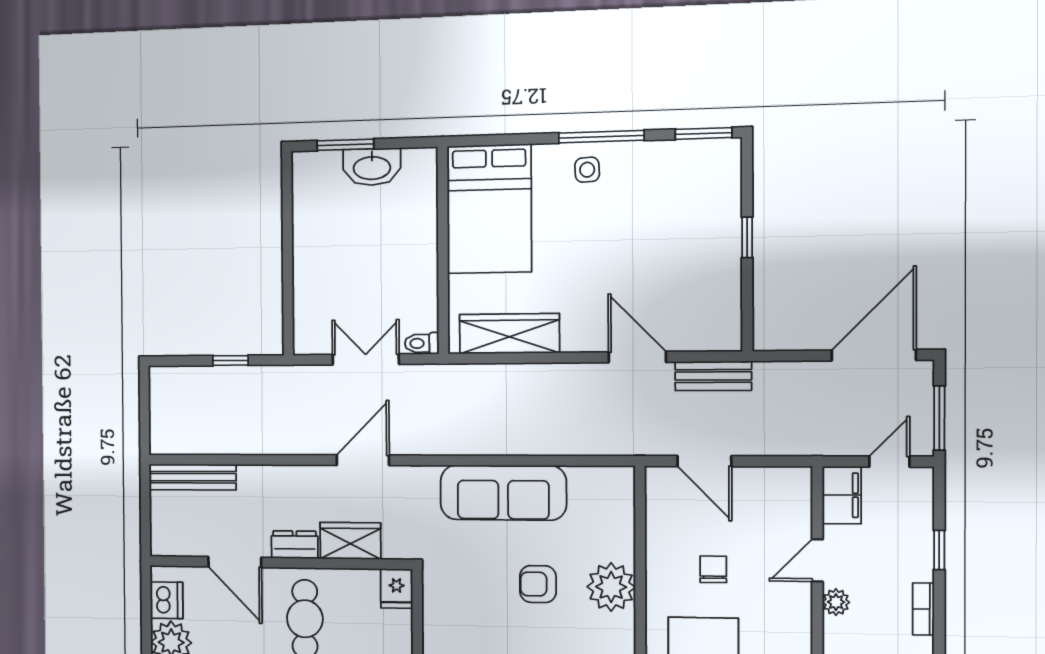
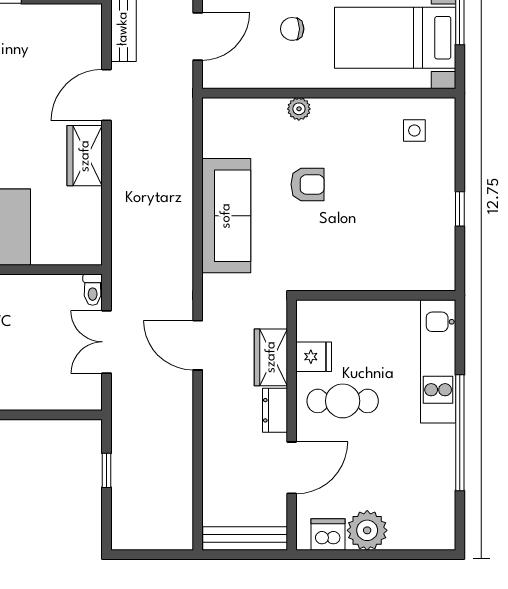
wardrobe: (509, 334) -> (85, 156), moved, width x0.67
bench: (193, 477) -> (245, 538), moved, turned 90
armchair: (538, 584) -> (308, 184), turned -90
plant: (611, 587) -> (299, 109), width x0.53, depth x0.53
fridge: (397, 589) -> (314, 357), moved

